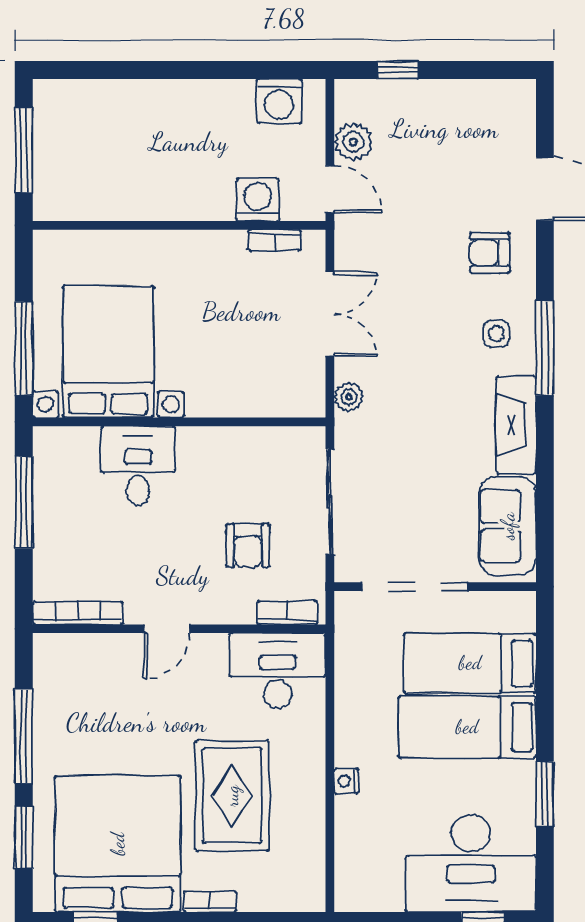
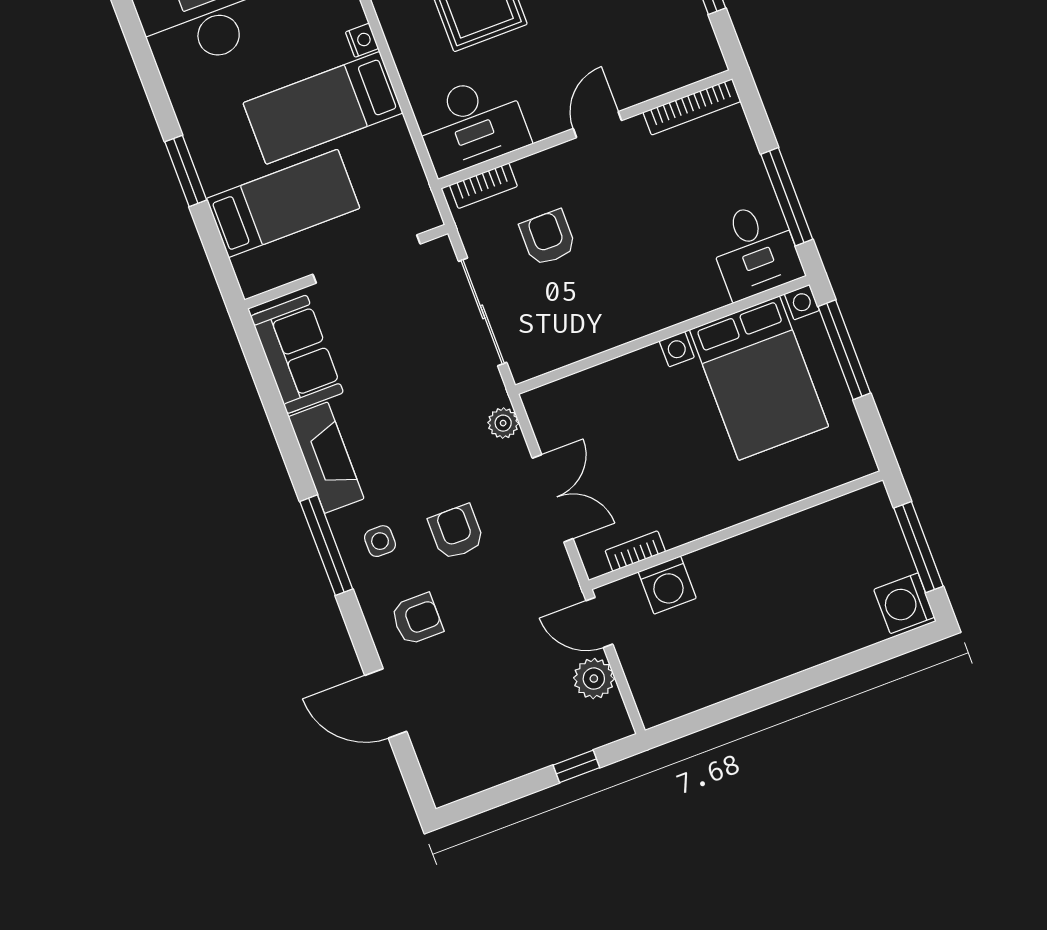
washing machine: (279, 101) -> (904, 603), moved, turned -90
double door: (330, 314) -> (553, 498), swing flipped
armchair: (426, 316) -> (456, 532), added
desk: (138, 466) -> (755, 250), moved
bed: (467, 727) -> (323, 108), moved, turned 180
window: (545, 794) -> (186, 171), moved

